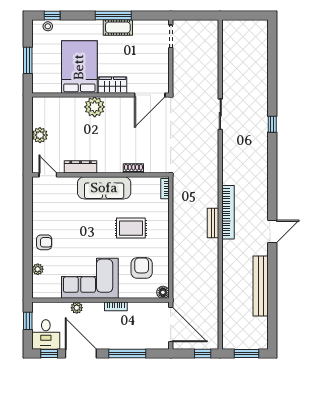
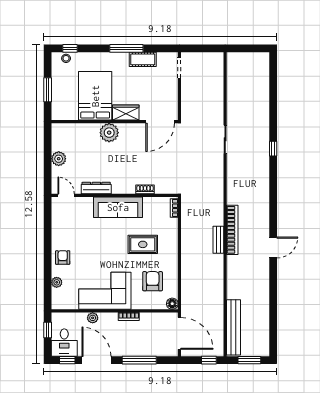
cot: (118, 28) -> (143, 59), moved
armchair: (44, 242) -> (63, 258), turned -90
bench: (261, 286) -> (234, 327), moved

